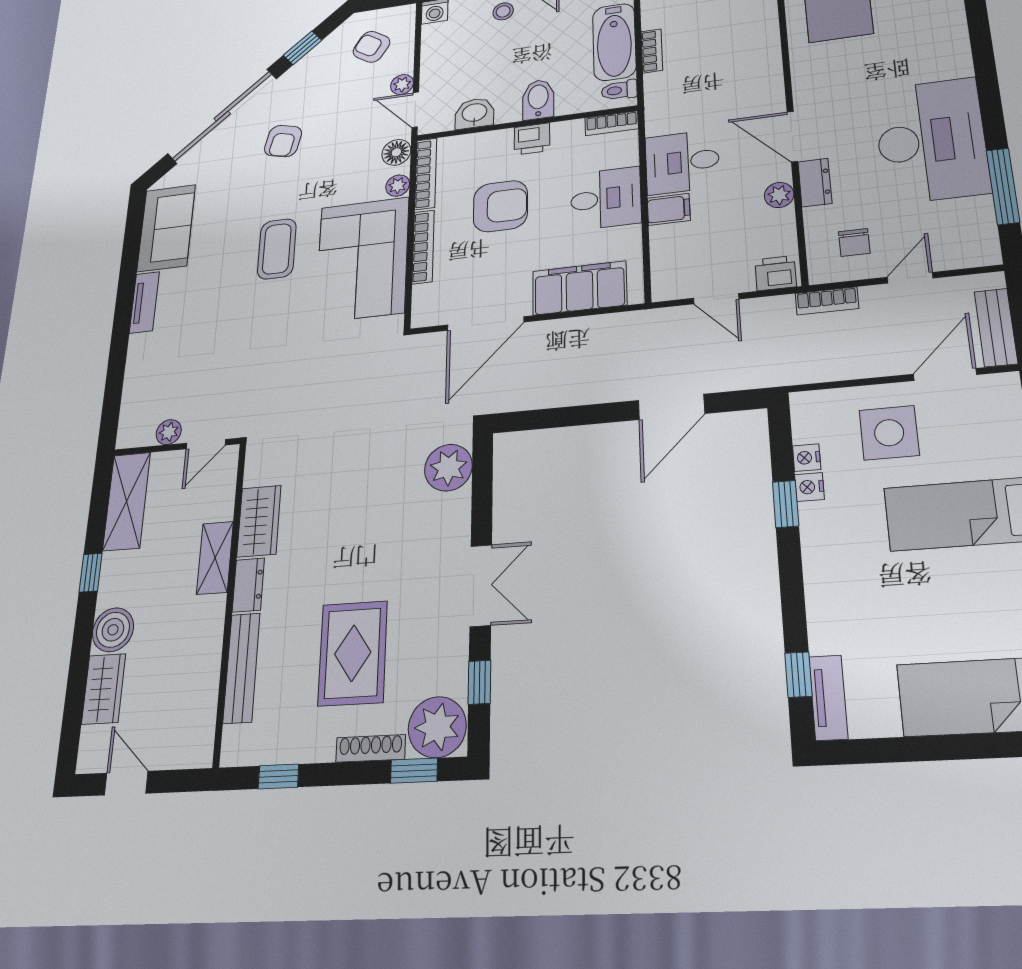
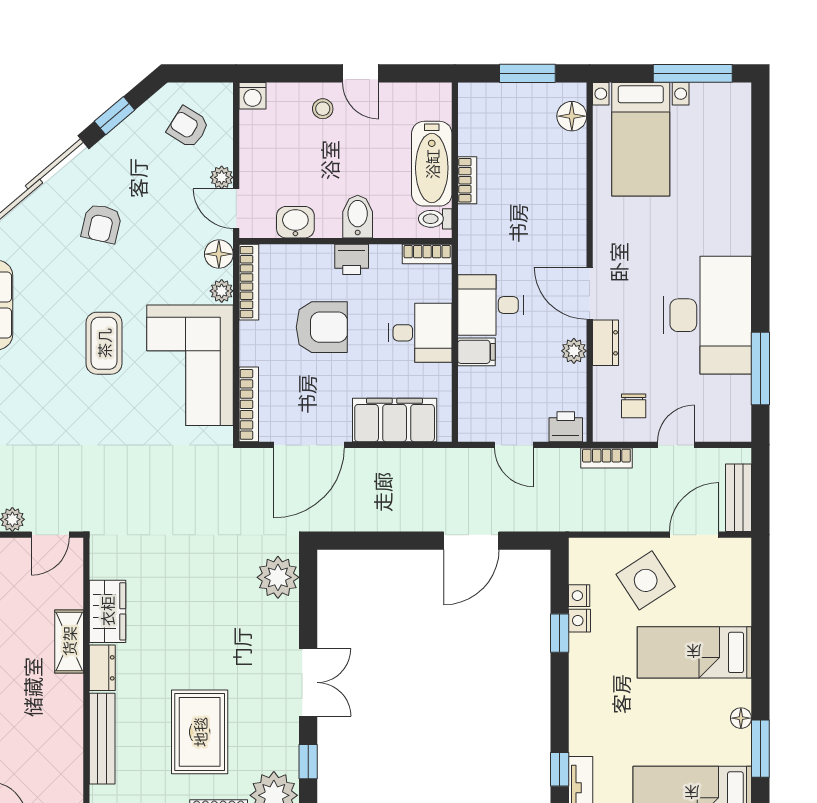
bookcase: (423, 247) -> (249, 404), moved
side table: (889, 433) -> (646, 580), turned -33

